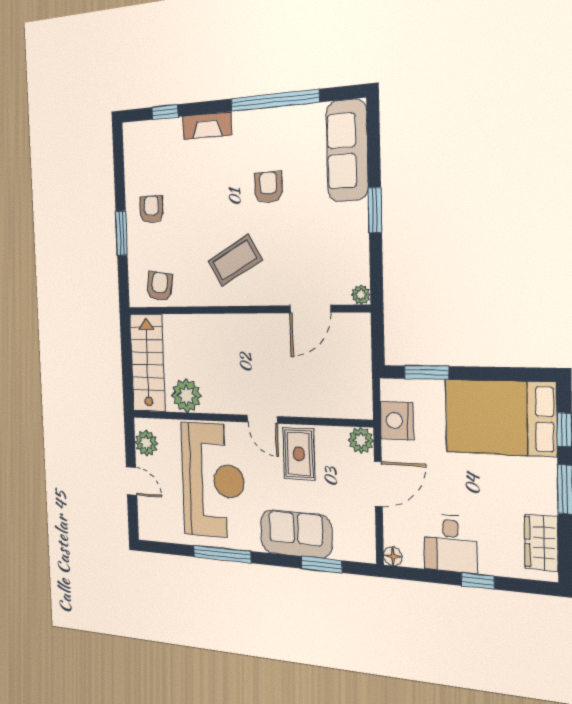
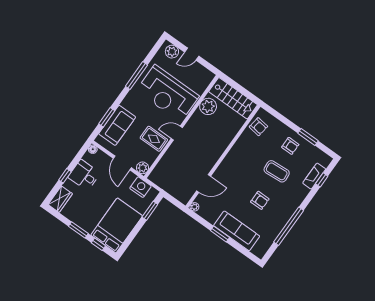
fireplace: (207, 126) -> (314, 176), moved
sofa: (347, 151) -> (237, 231), moved
window: (122, 233) -> (308, 137), moved
coffee table: (235, 260) -> (277, 171), moved, turned -65
door: (310, 309) -> (204, 184), swing flipped
plant: (146, 443) -> (172, 52), moved
sofa: (296, 534) -> (117, 125), moved
wardrobe: (541, 543) -> (60, 199), moved, turned 90

